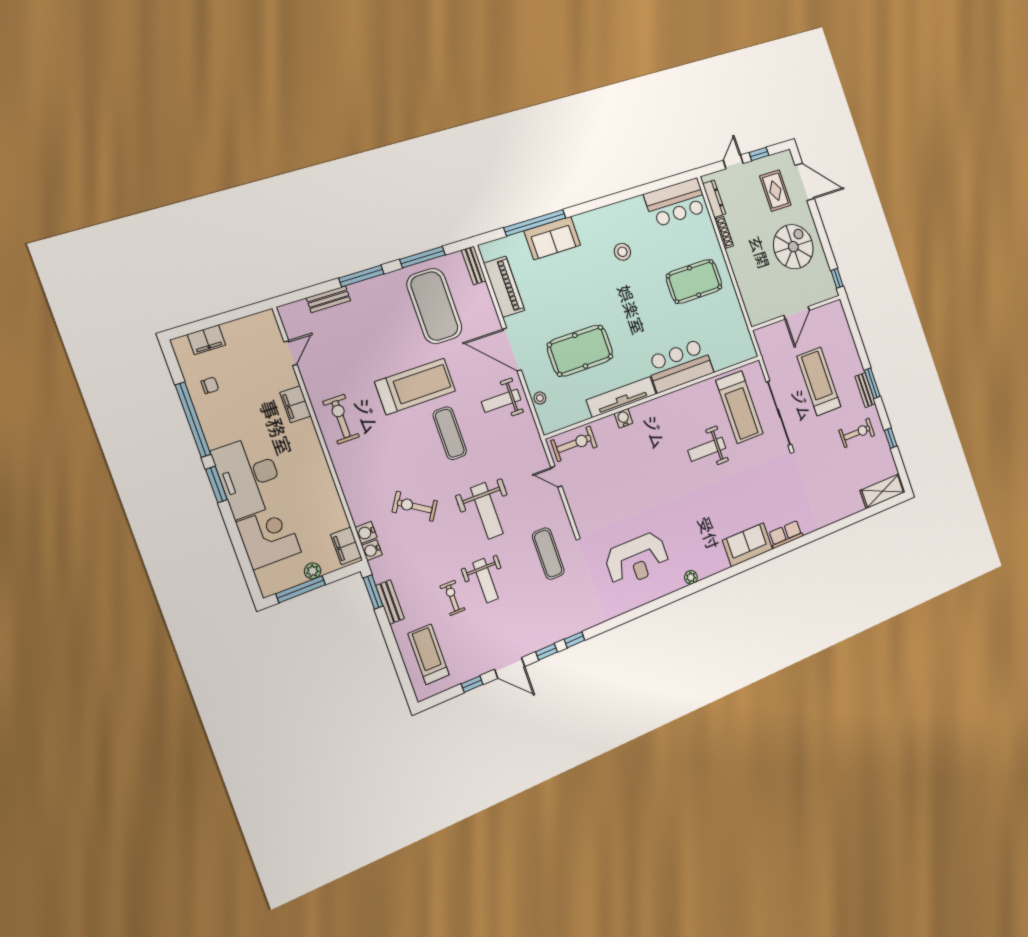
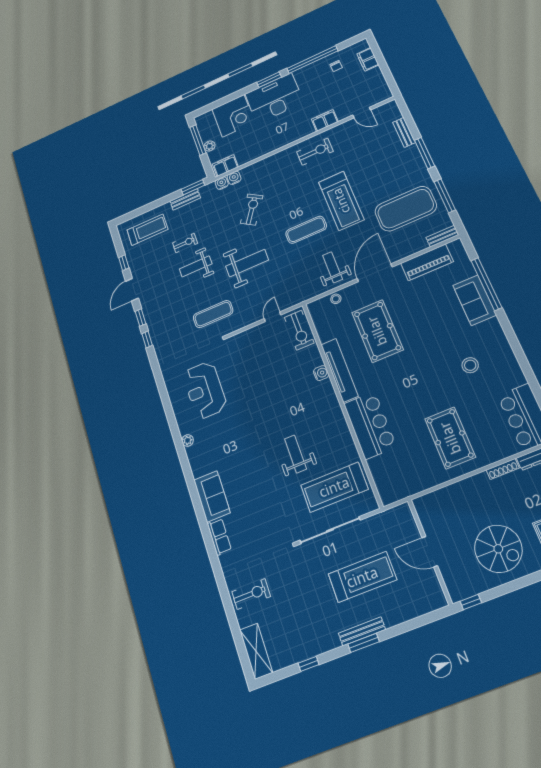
bench: (865, 390) -> (362, 631), width x1.36
exercise bike: (857, 433) -> (251, 594), moved, turned -90
weight bench: (487, 511) -> (247, 263), turned 180

